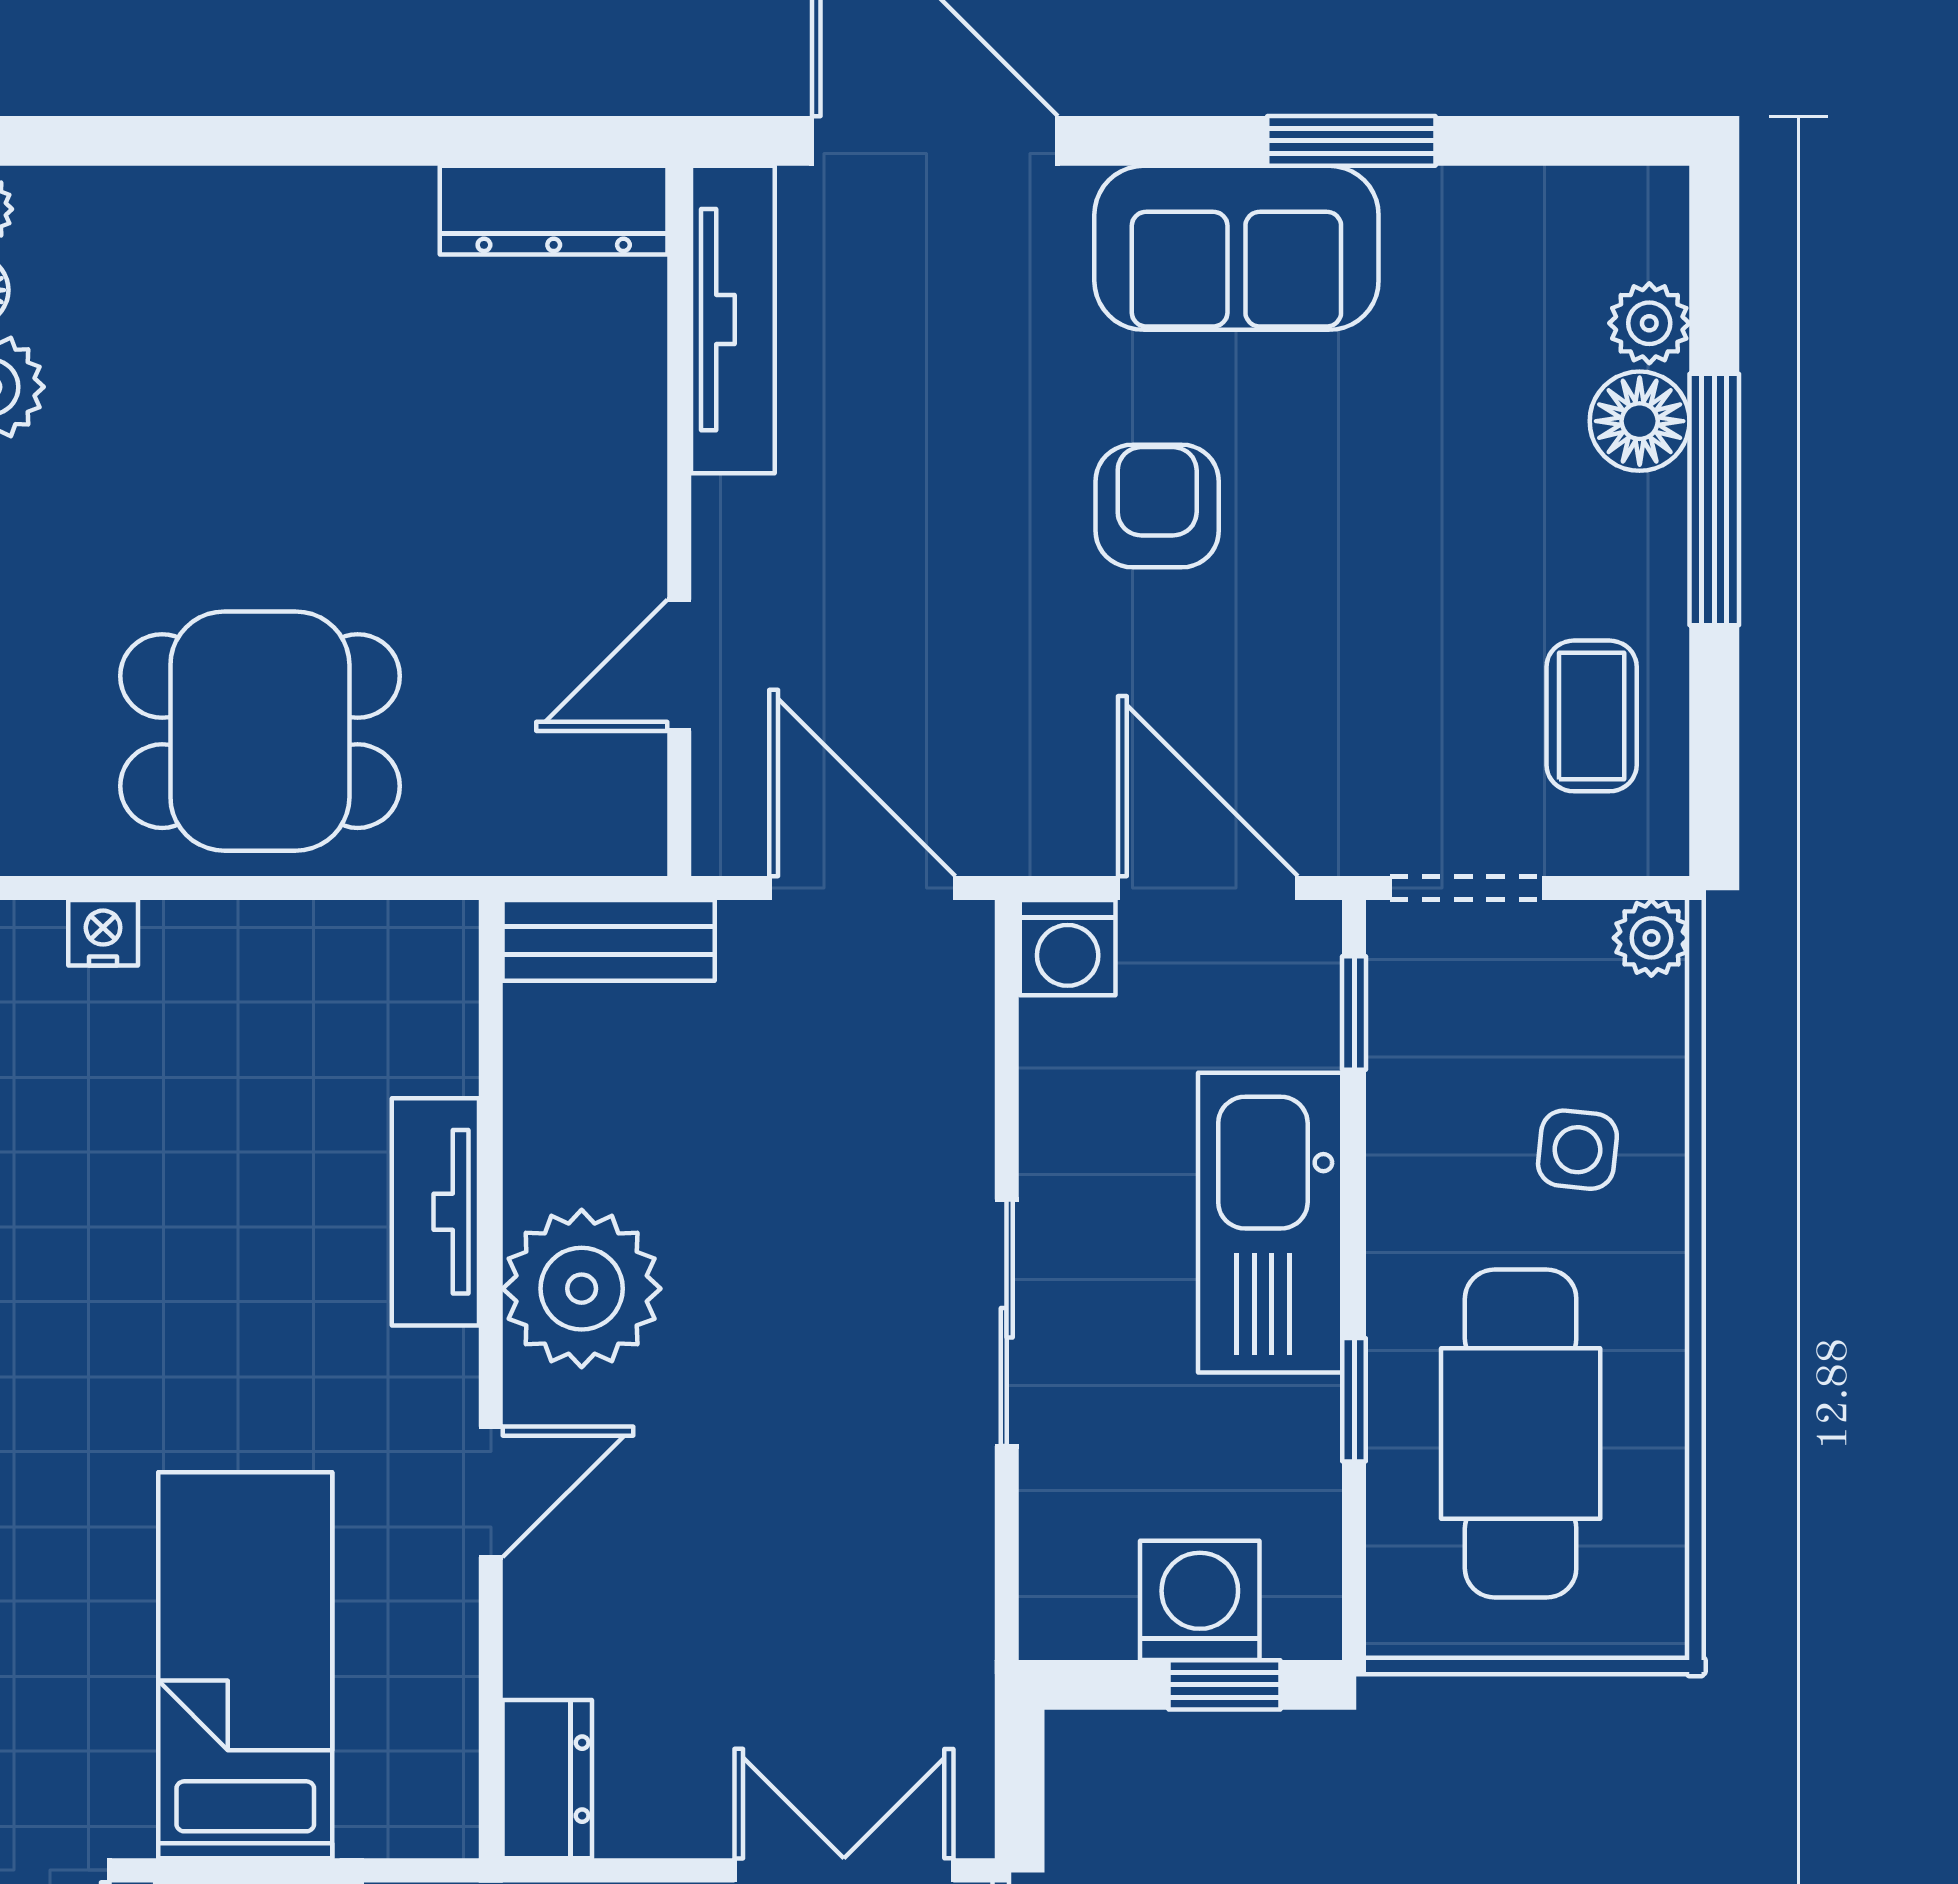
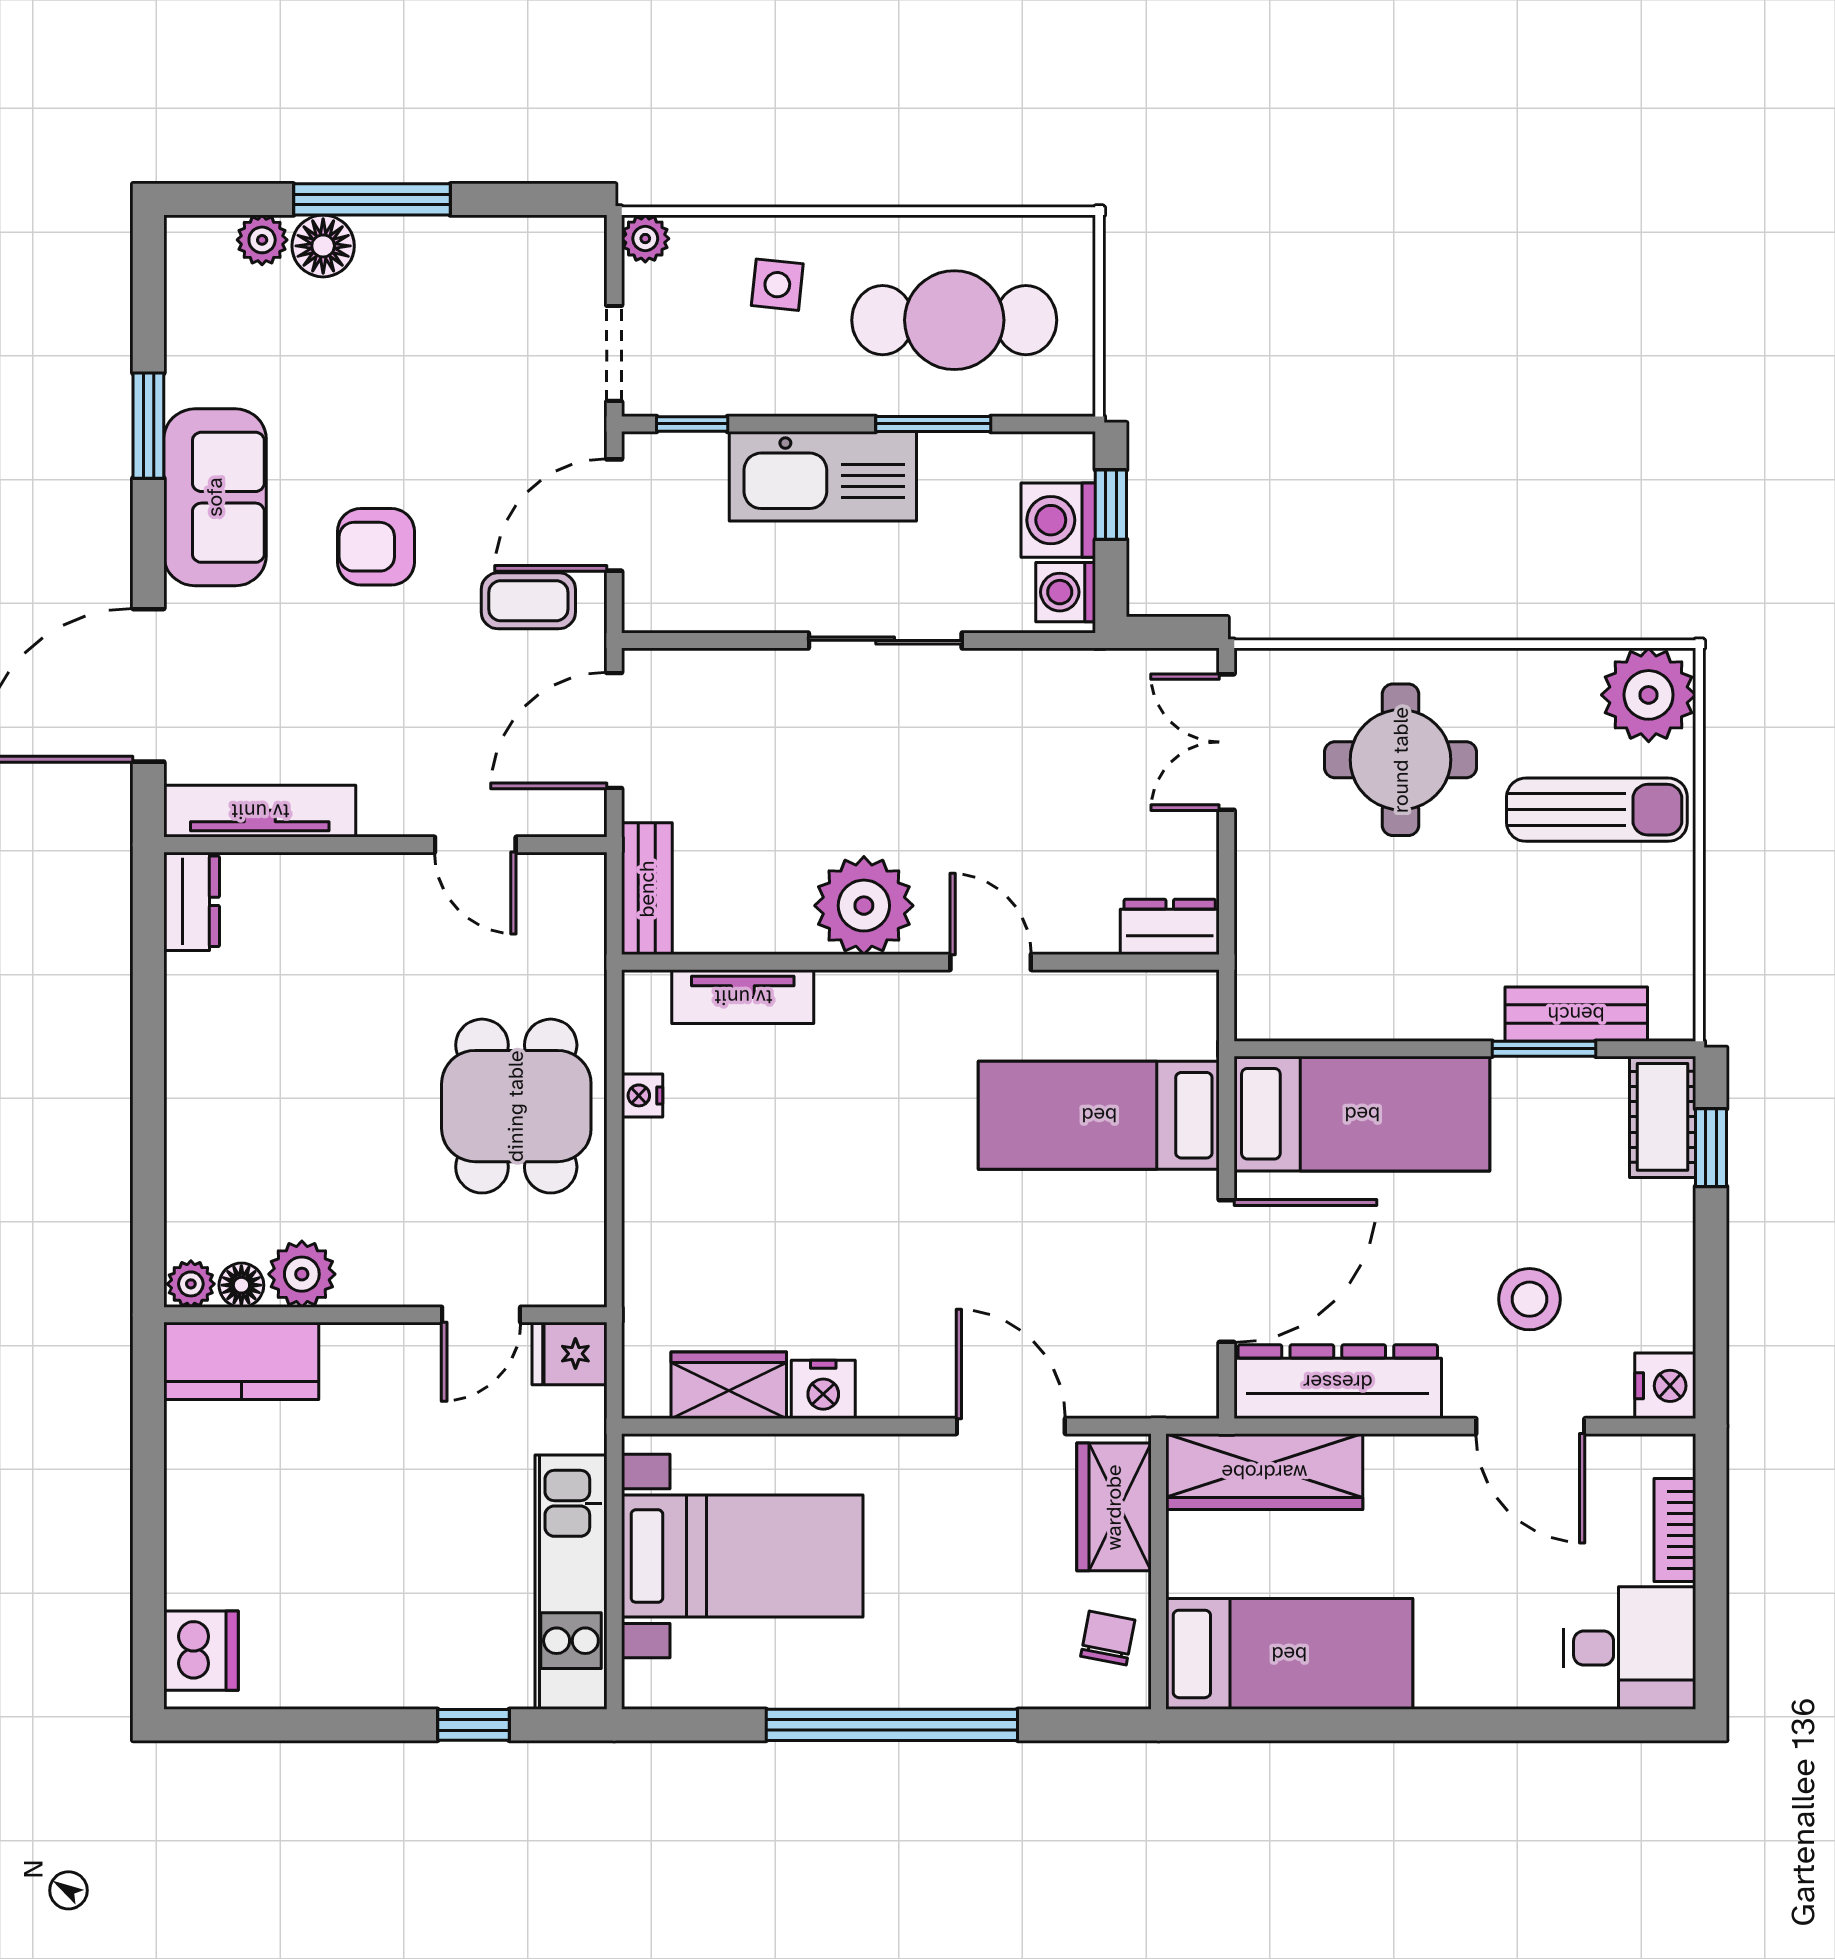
dresser: (554, 210) -> (192, 901), width x0.70
coffee table: (1592, 716) -> (528, 601), moved
nightstand: (103, 933) -> (642, 1095), moved
washing machine: (1068, 948) -> (1066, 592), moved, turned 180
tv unit: (435, 1212) -> (743, 997), moved
window: (1354, 1400) -> (933, 424), width x1.50

